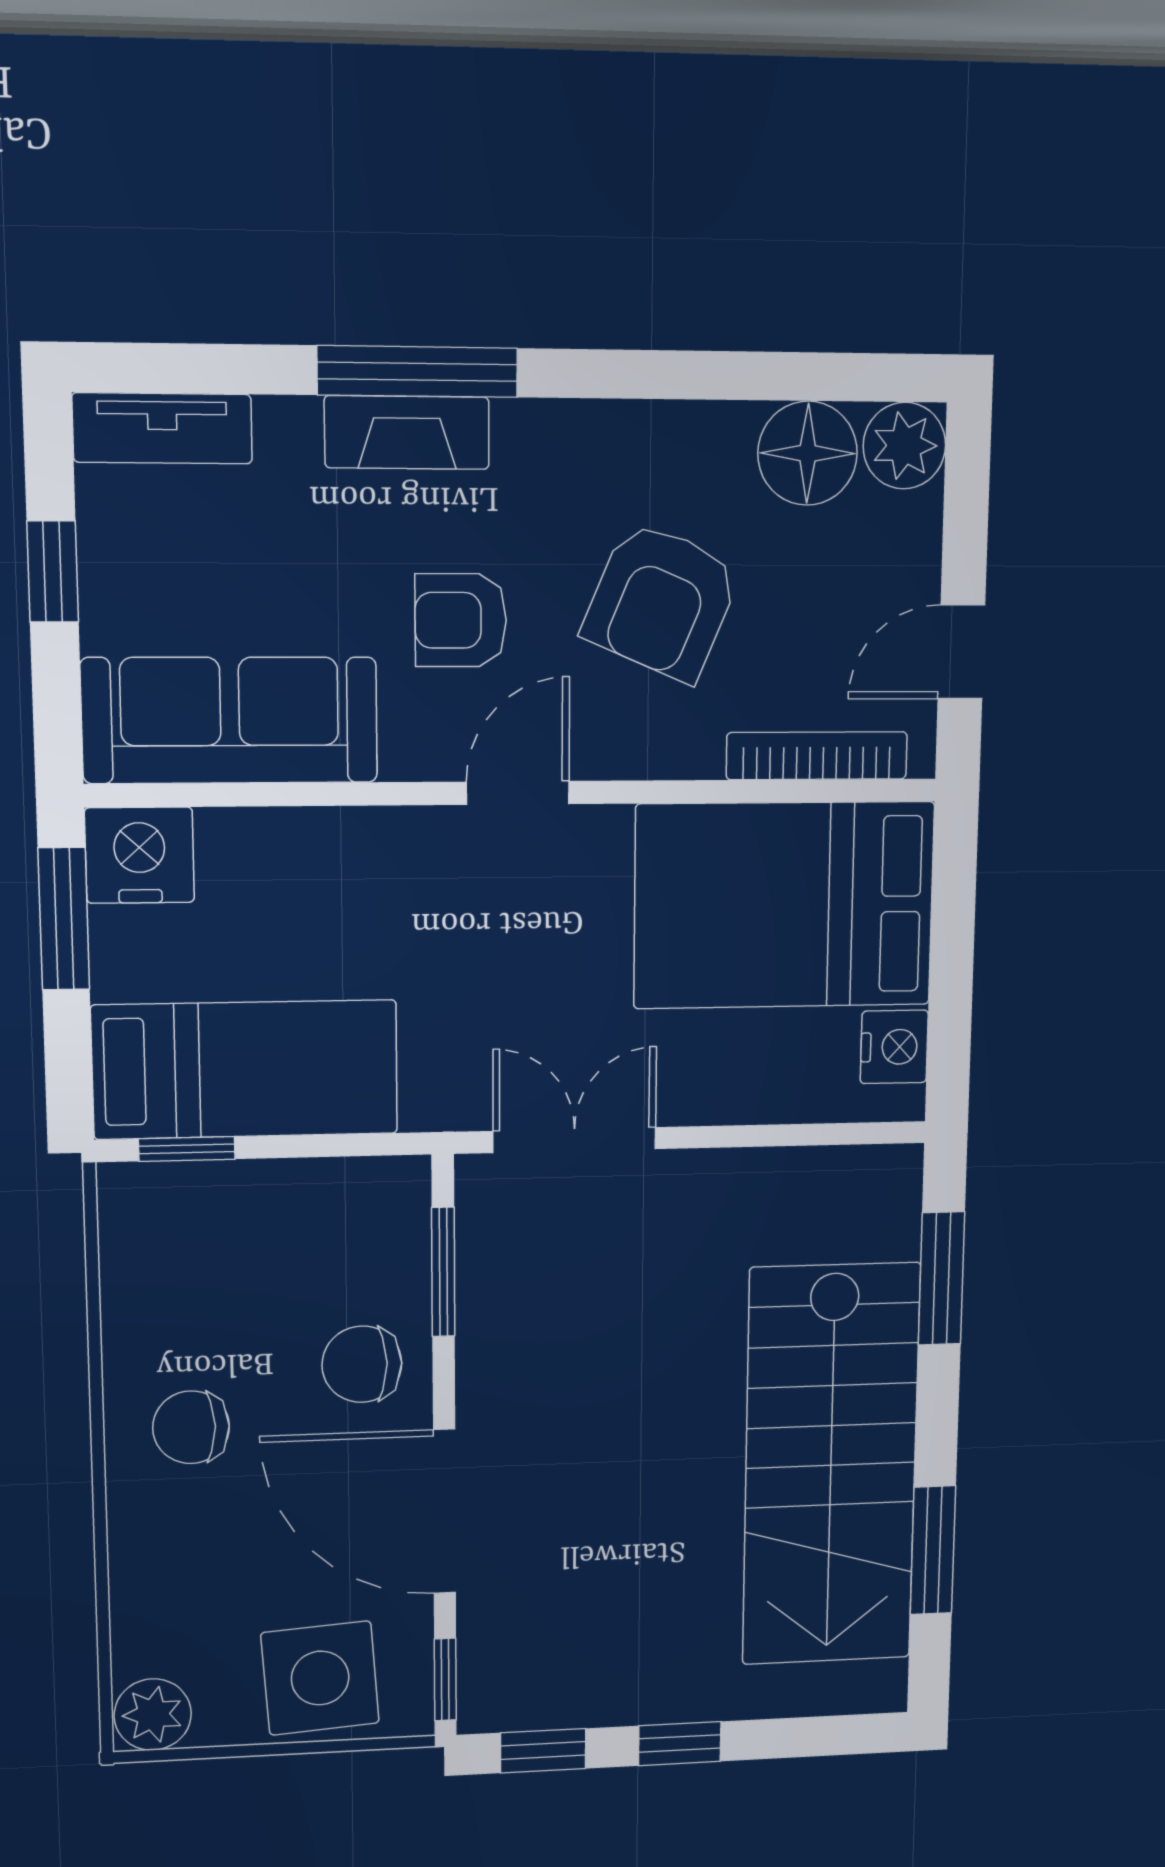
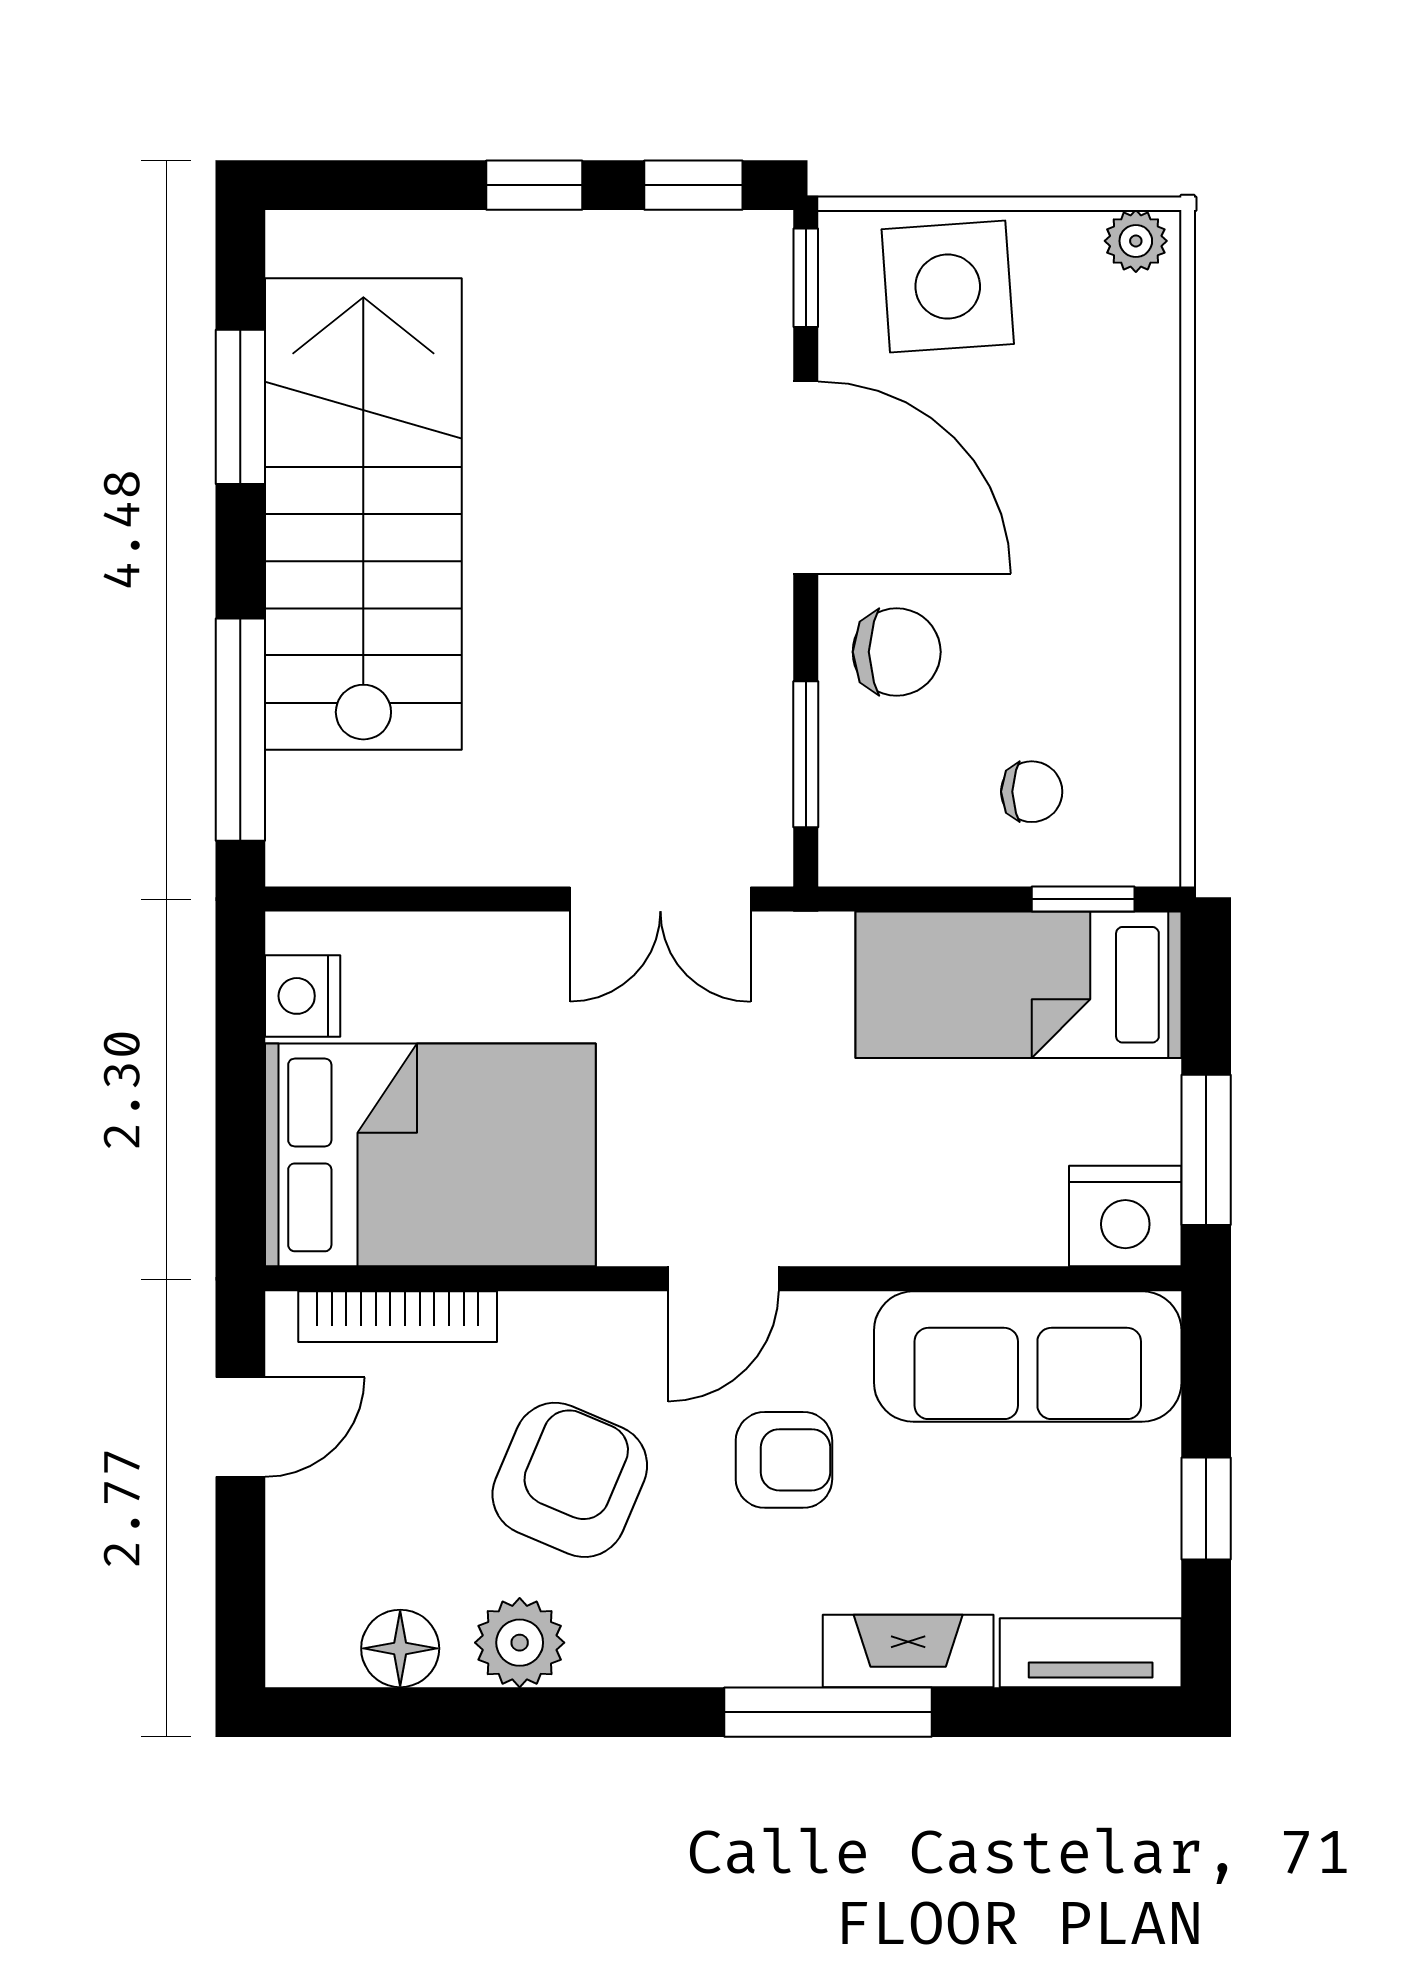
fireplace: (407, 432) -> (908, 1651), moved
plant: (904, 446) -> (520, 1643), moved
floor lamp: (808, 453) -> (400, 1648), width x0.73, depth x0.73
window: (941, 1279) -> (240, 730), width x1.44
chair: (191, 1427) -> (1032, 792), moved, width x0.73, depth x0.73
plant: (153, 1715) -> (1136, 241), width x0.73, depth x0.73

